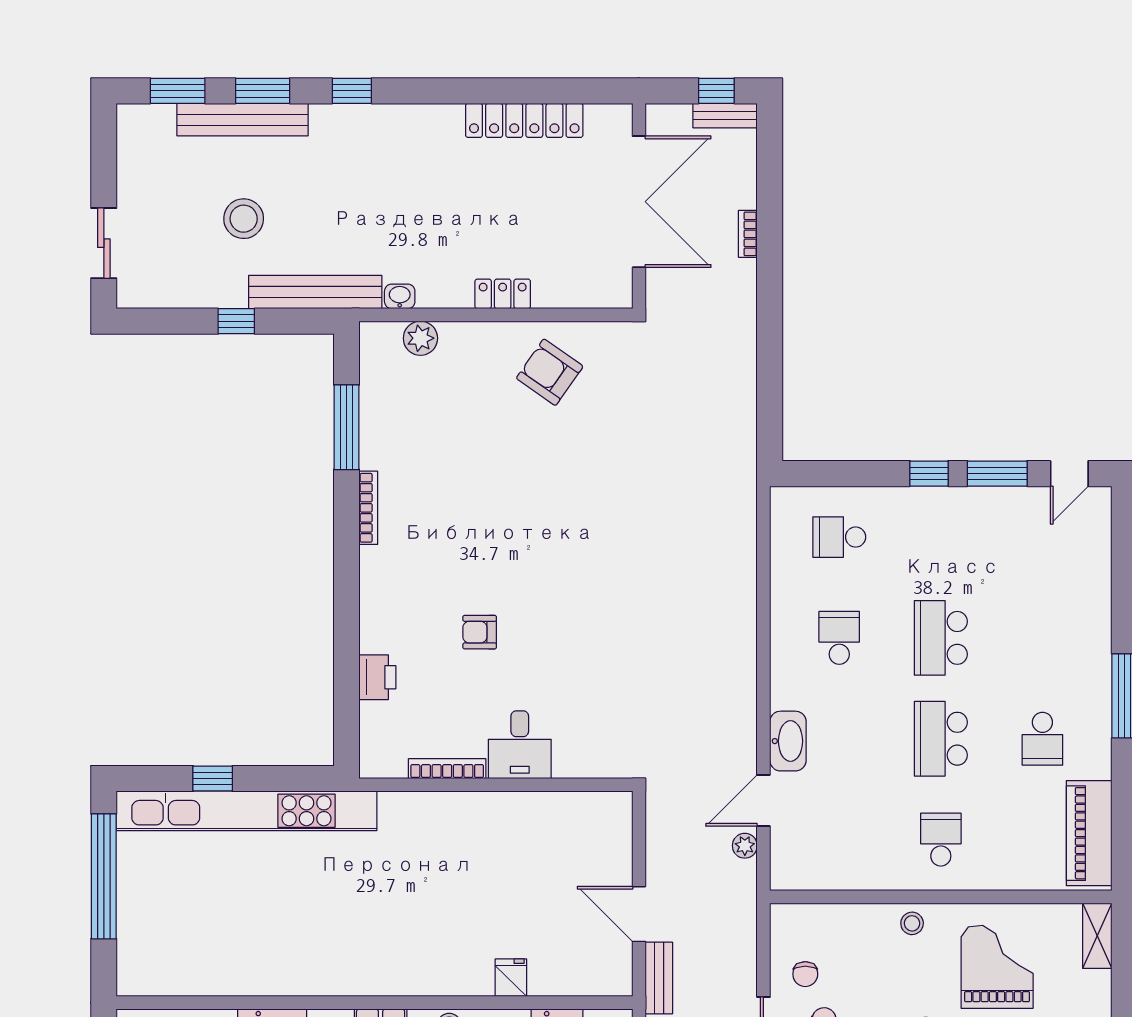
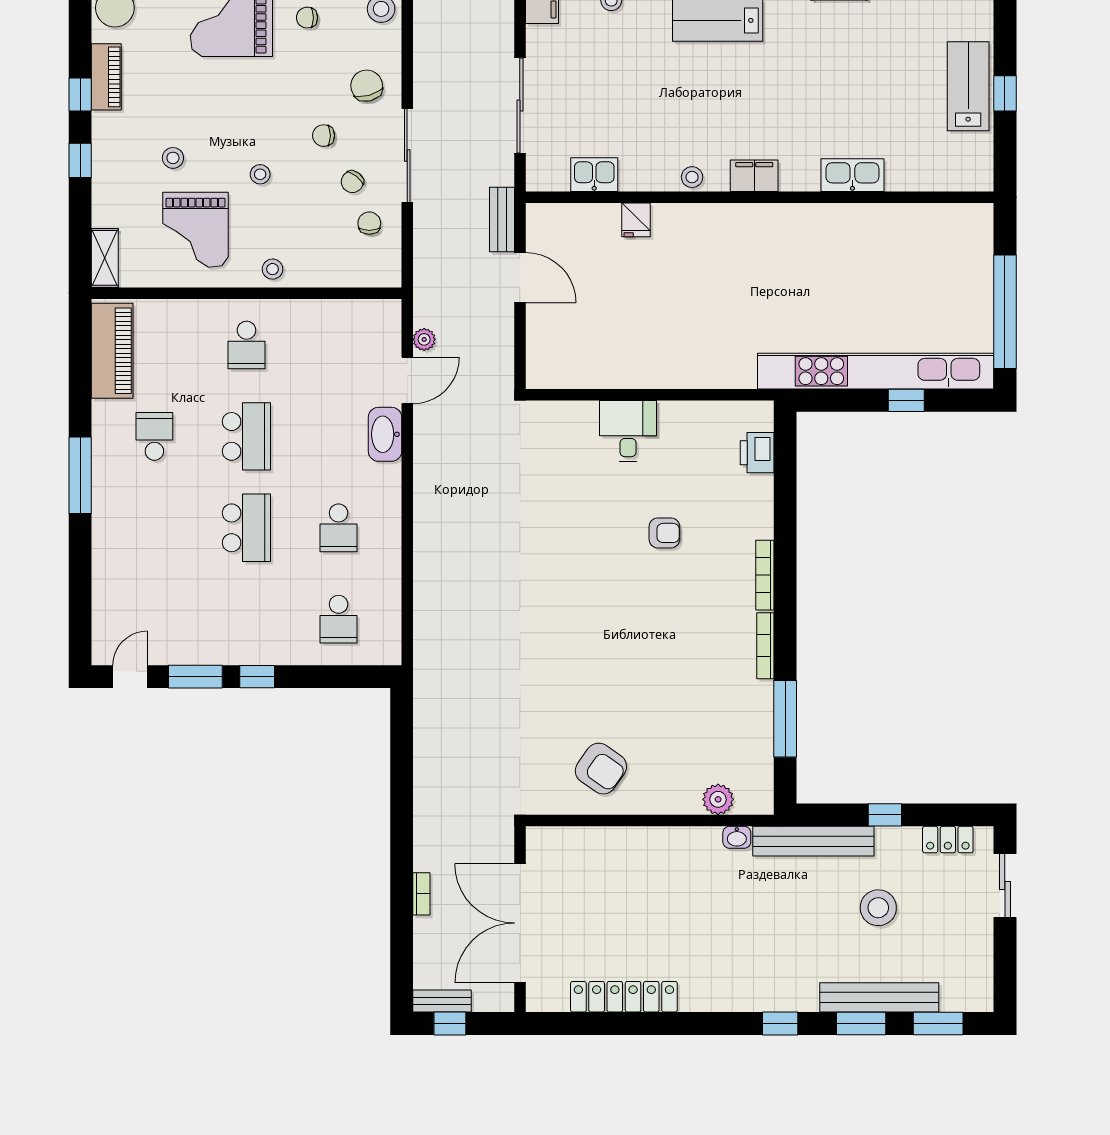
locker: (503, 294) -> (948, 840), moved
school desk: (839, 537) -> (339, 619), turned 90
printer: (377, 677) -> (757, 453), moved
bookcase: (447, 769) -> (765, 575), moved, turned 90

